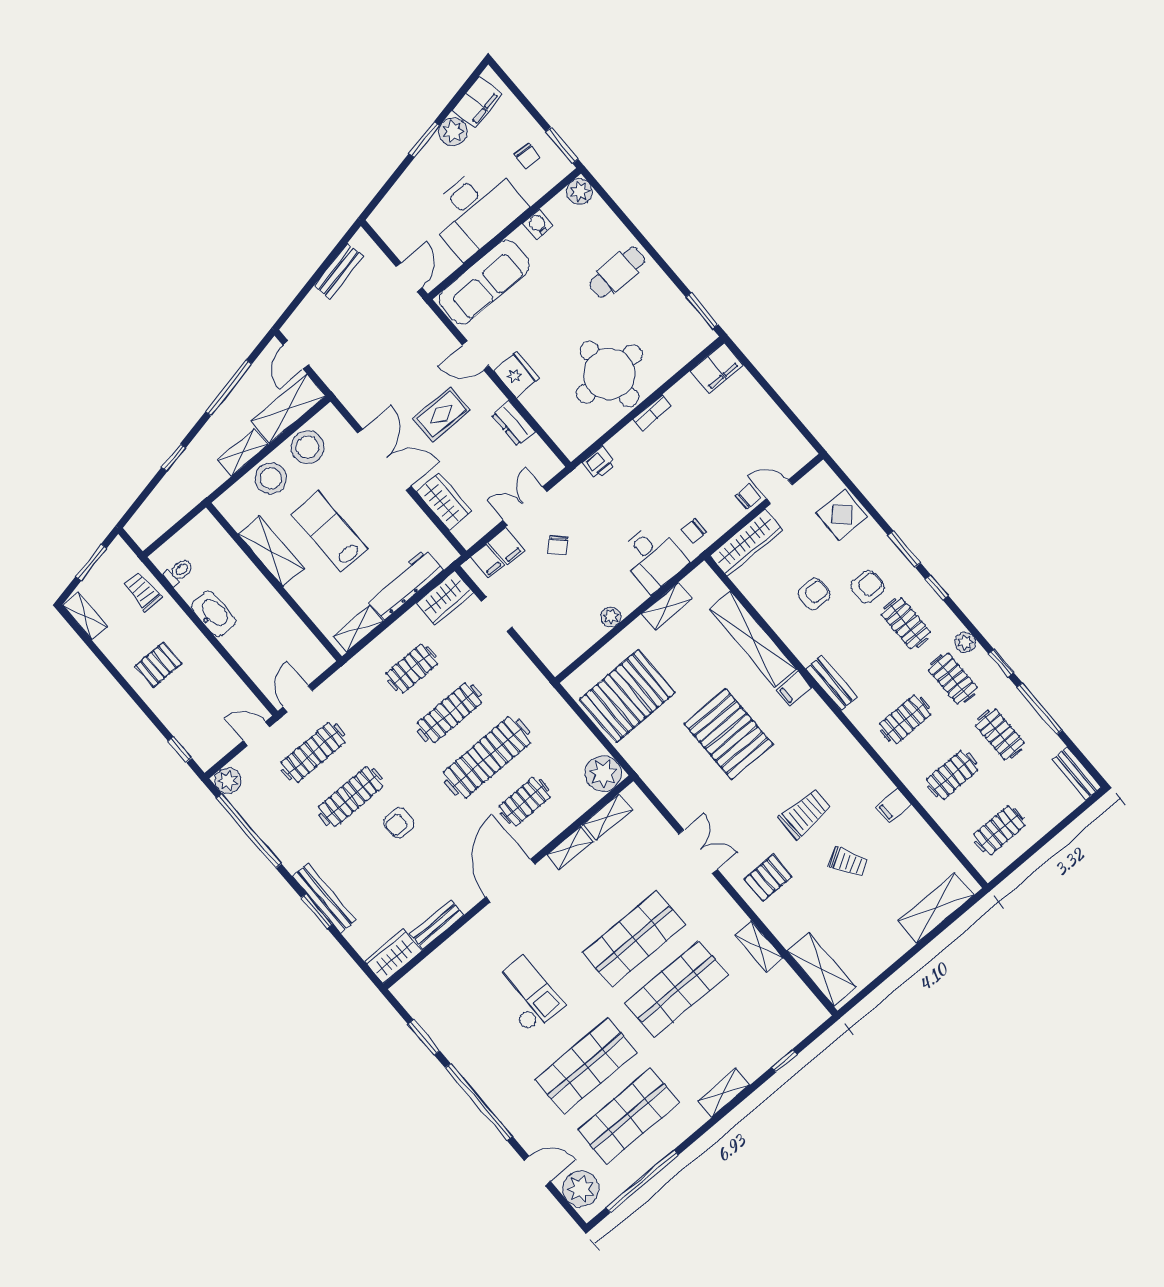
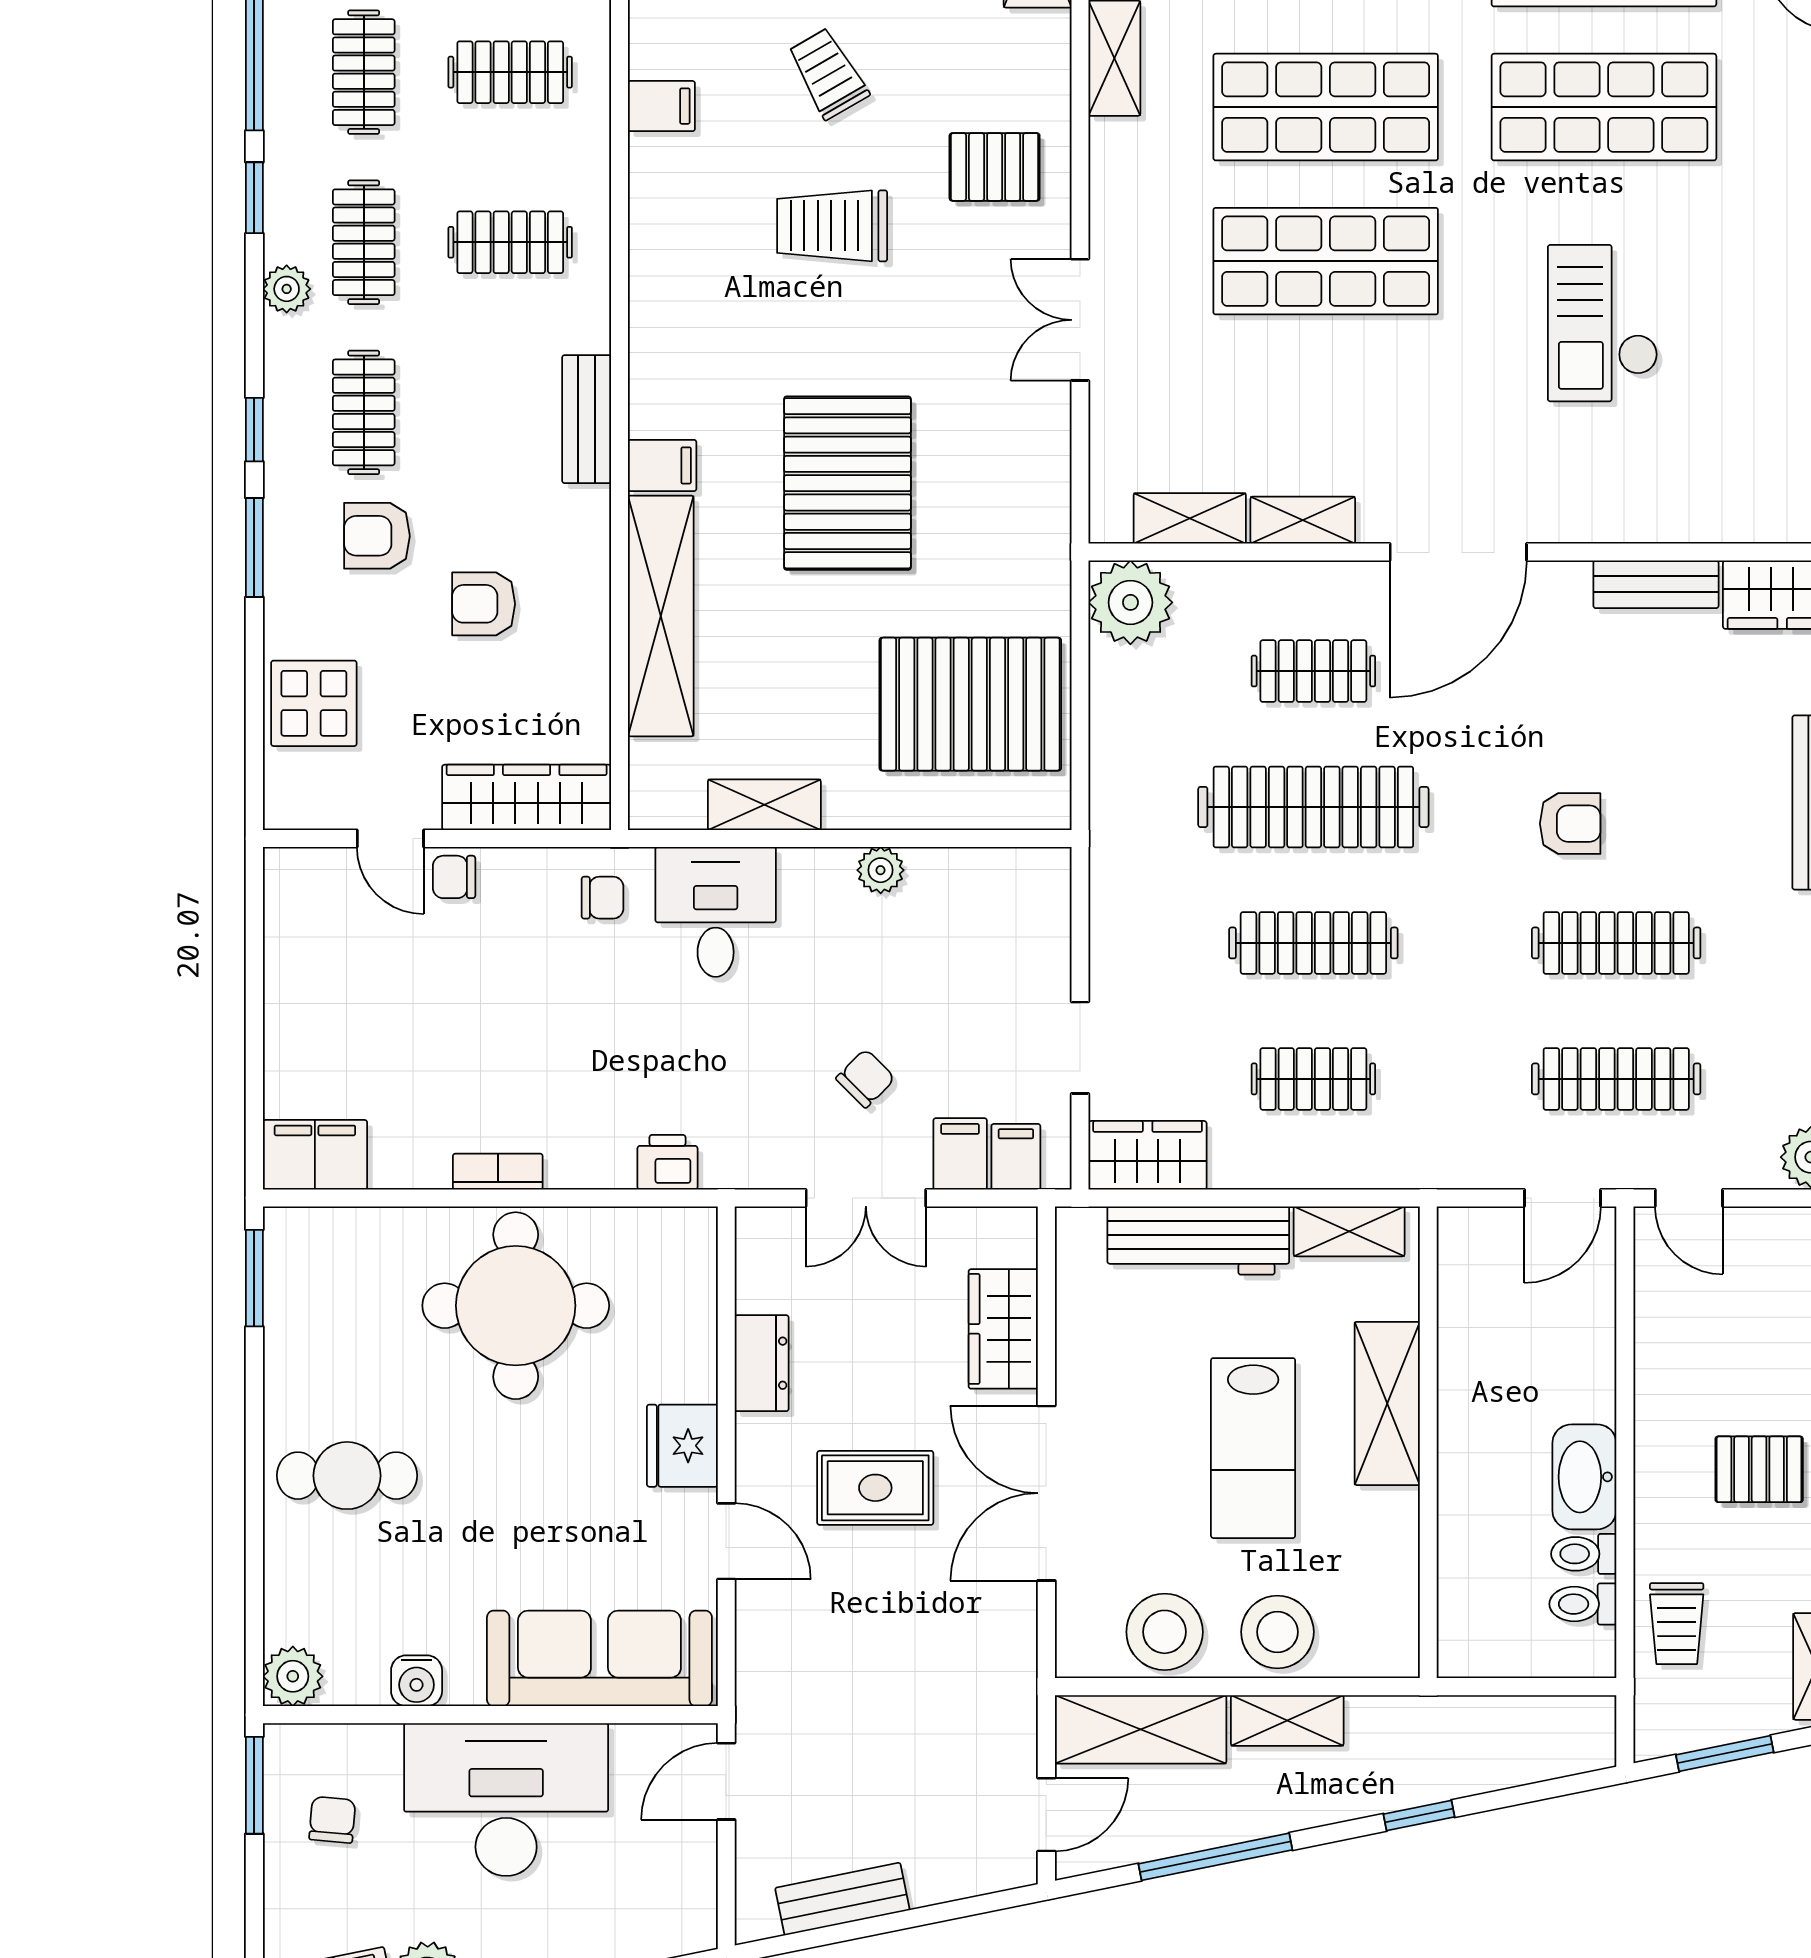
shelving: (271, 551) -> (1387, 1403), moved
toilet: (192, 588) -> (1584, 1554), added

